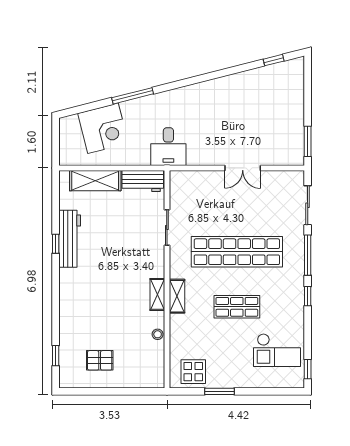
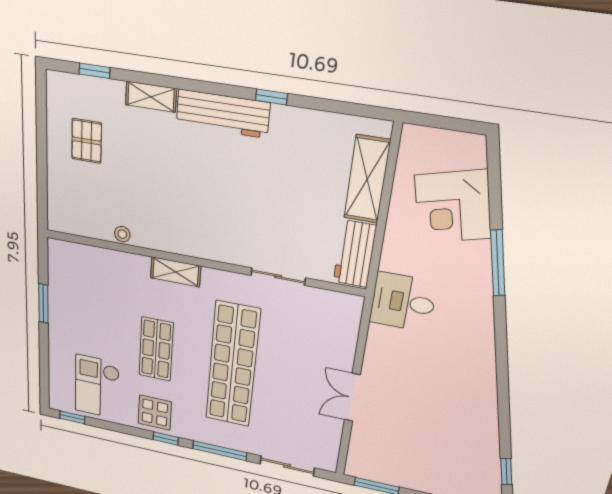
workbench: (70, 239) -> (223, 114), moved
shelving: (157, 294) -> (151, 97), moved
display table: (193, 372) -> (155, 413), moved

